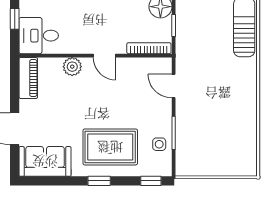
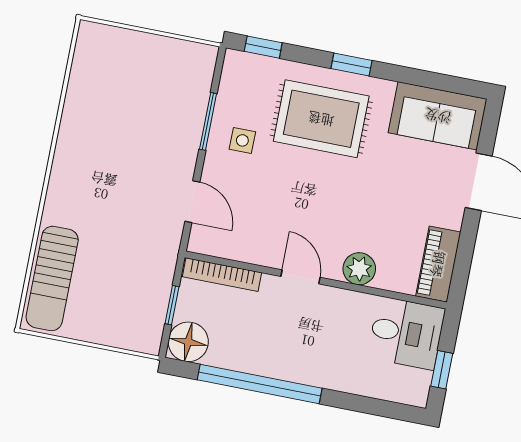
side table: (159, 144) -> (242, 140), moved

